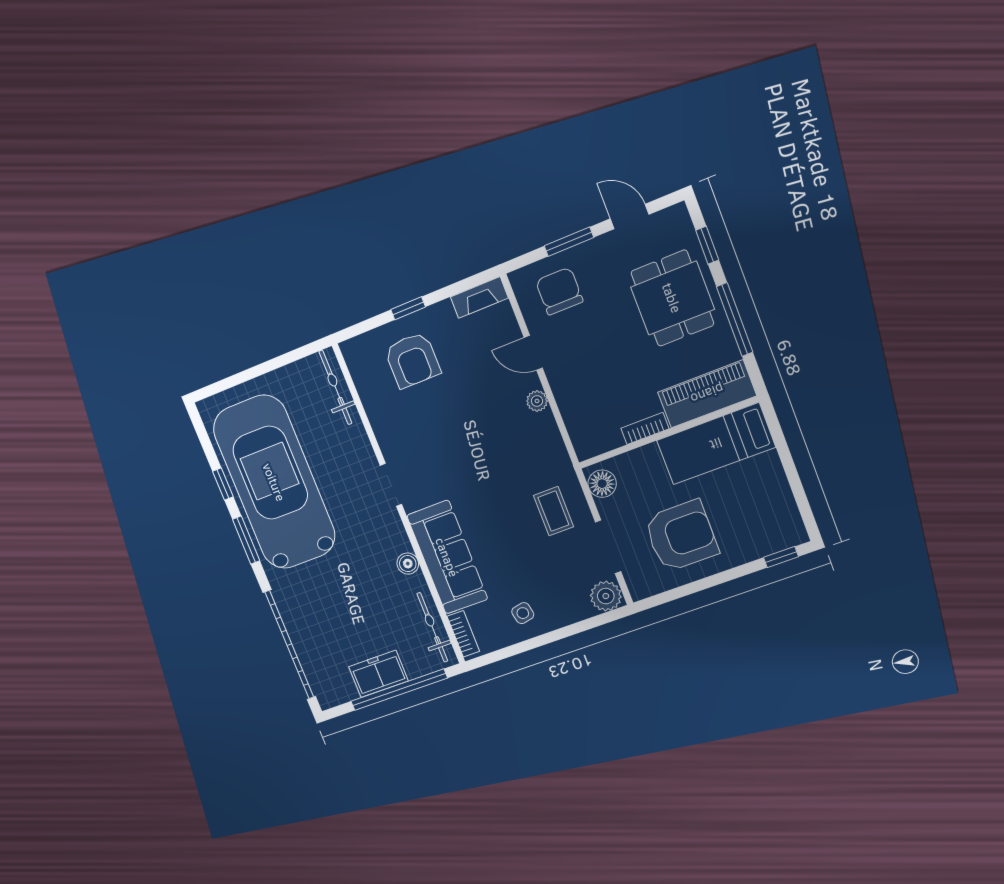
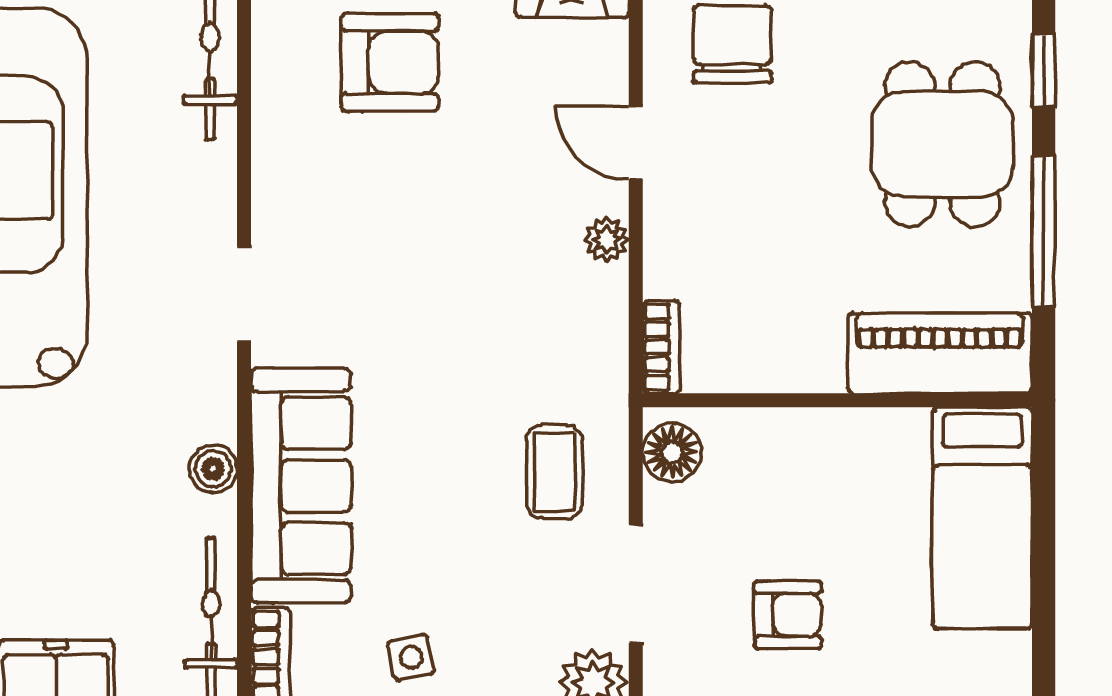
armchair: (412, 360) -> (390, 62), turned -90
bookcase: (645, 428) -> (661, 347), moved, turned 90
bed: (716, 444) -> (982, 518), moved, turned -90
armchair: (681, 536) -> (788, 615), width x0.53, depth x0.53

